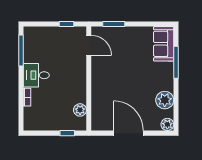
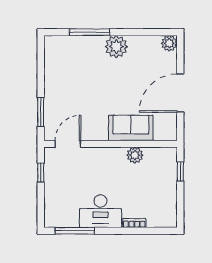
sofa: (164, 44) -> (131, 128), moved, turned 180
desk: (36, 75) -> (100, 211), width x1.37
plant: (165, 100) -> (116, 47), moved
plant: (80, 110) -> (135, 155), moved

